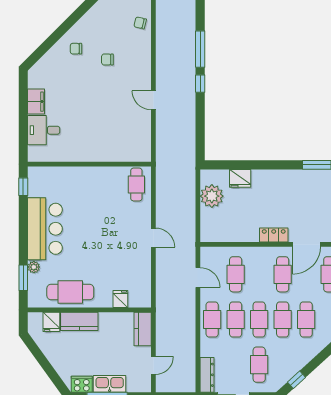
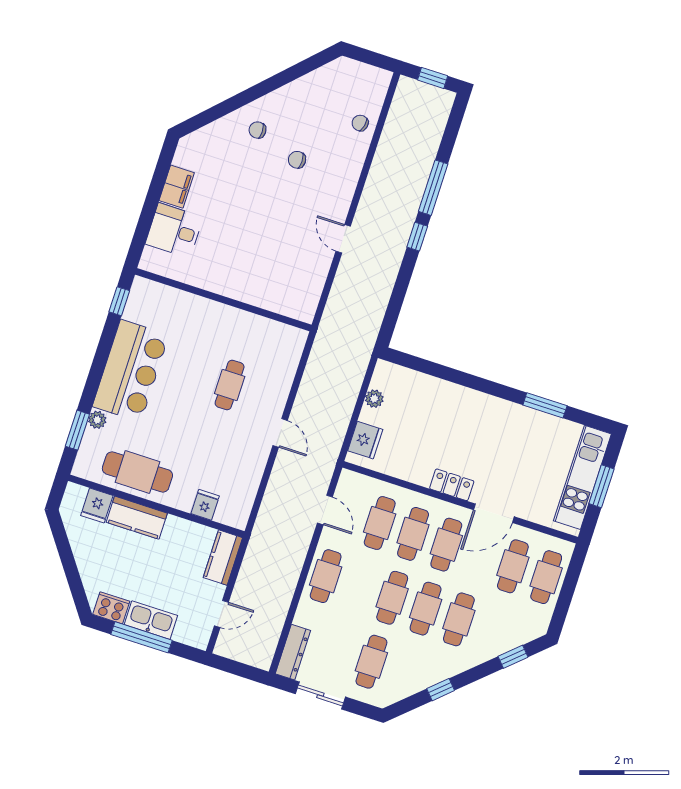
fridge: (240, 178) -> (365, 440), moved, turned -90
cafe table: (136, 184) -> (230, 385), moved
plant: (212, 196) -> (374, 399), width x0.53, depth x0.53
cafe table: (236, 319) -> (413, 534), moved
window: (296, 380) -> (441, 690), moved

